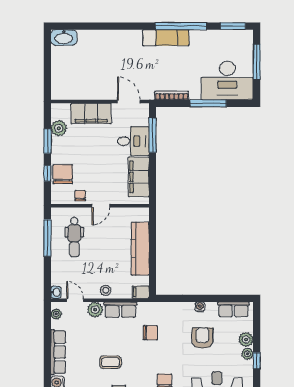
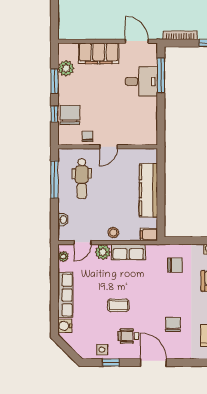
filing cabinet: (139, 177) -> (147, 117), removed
washbasin: (56, 292) -> (63, 220), moved
door: (75, 300) -> (83, 242), swing flipped
chair: (150, 333) -> (175, 265), moved

